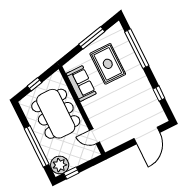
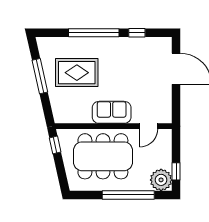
window: (137, 49) -> (94, 33), moved
window: (34, 84) -> (55, 145), moved
sofa: (81, 84) -> (112, 112), moved

